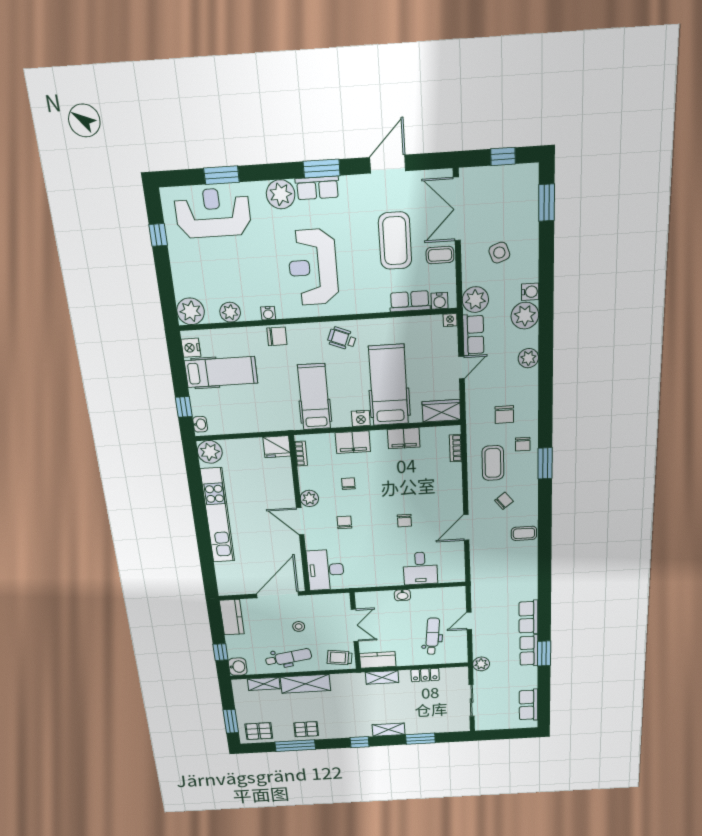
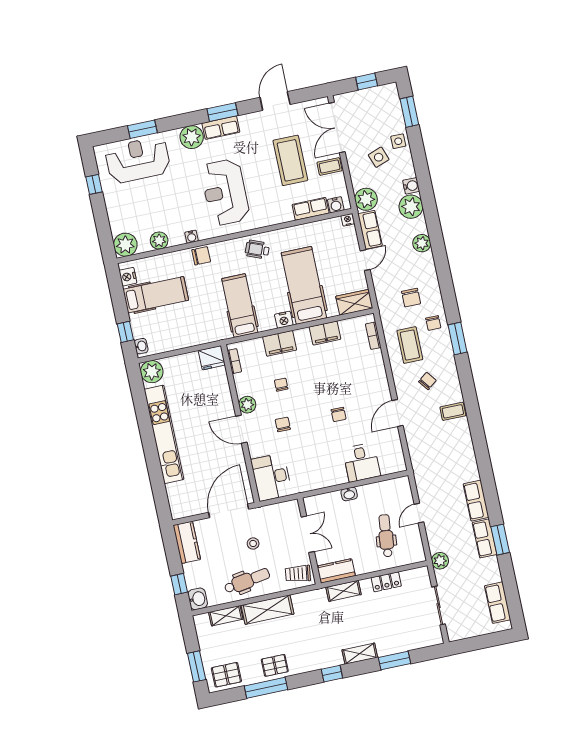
side table: (526, 237) -> (398, 141), added

